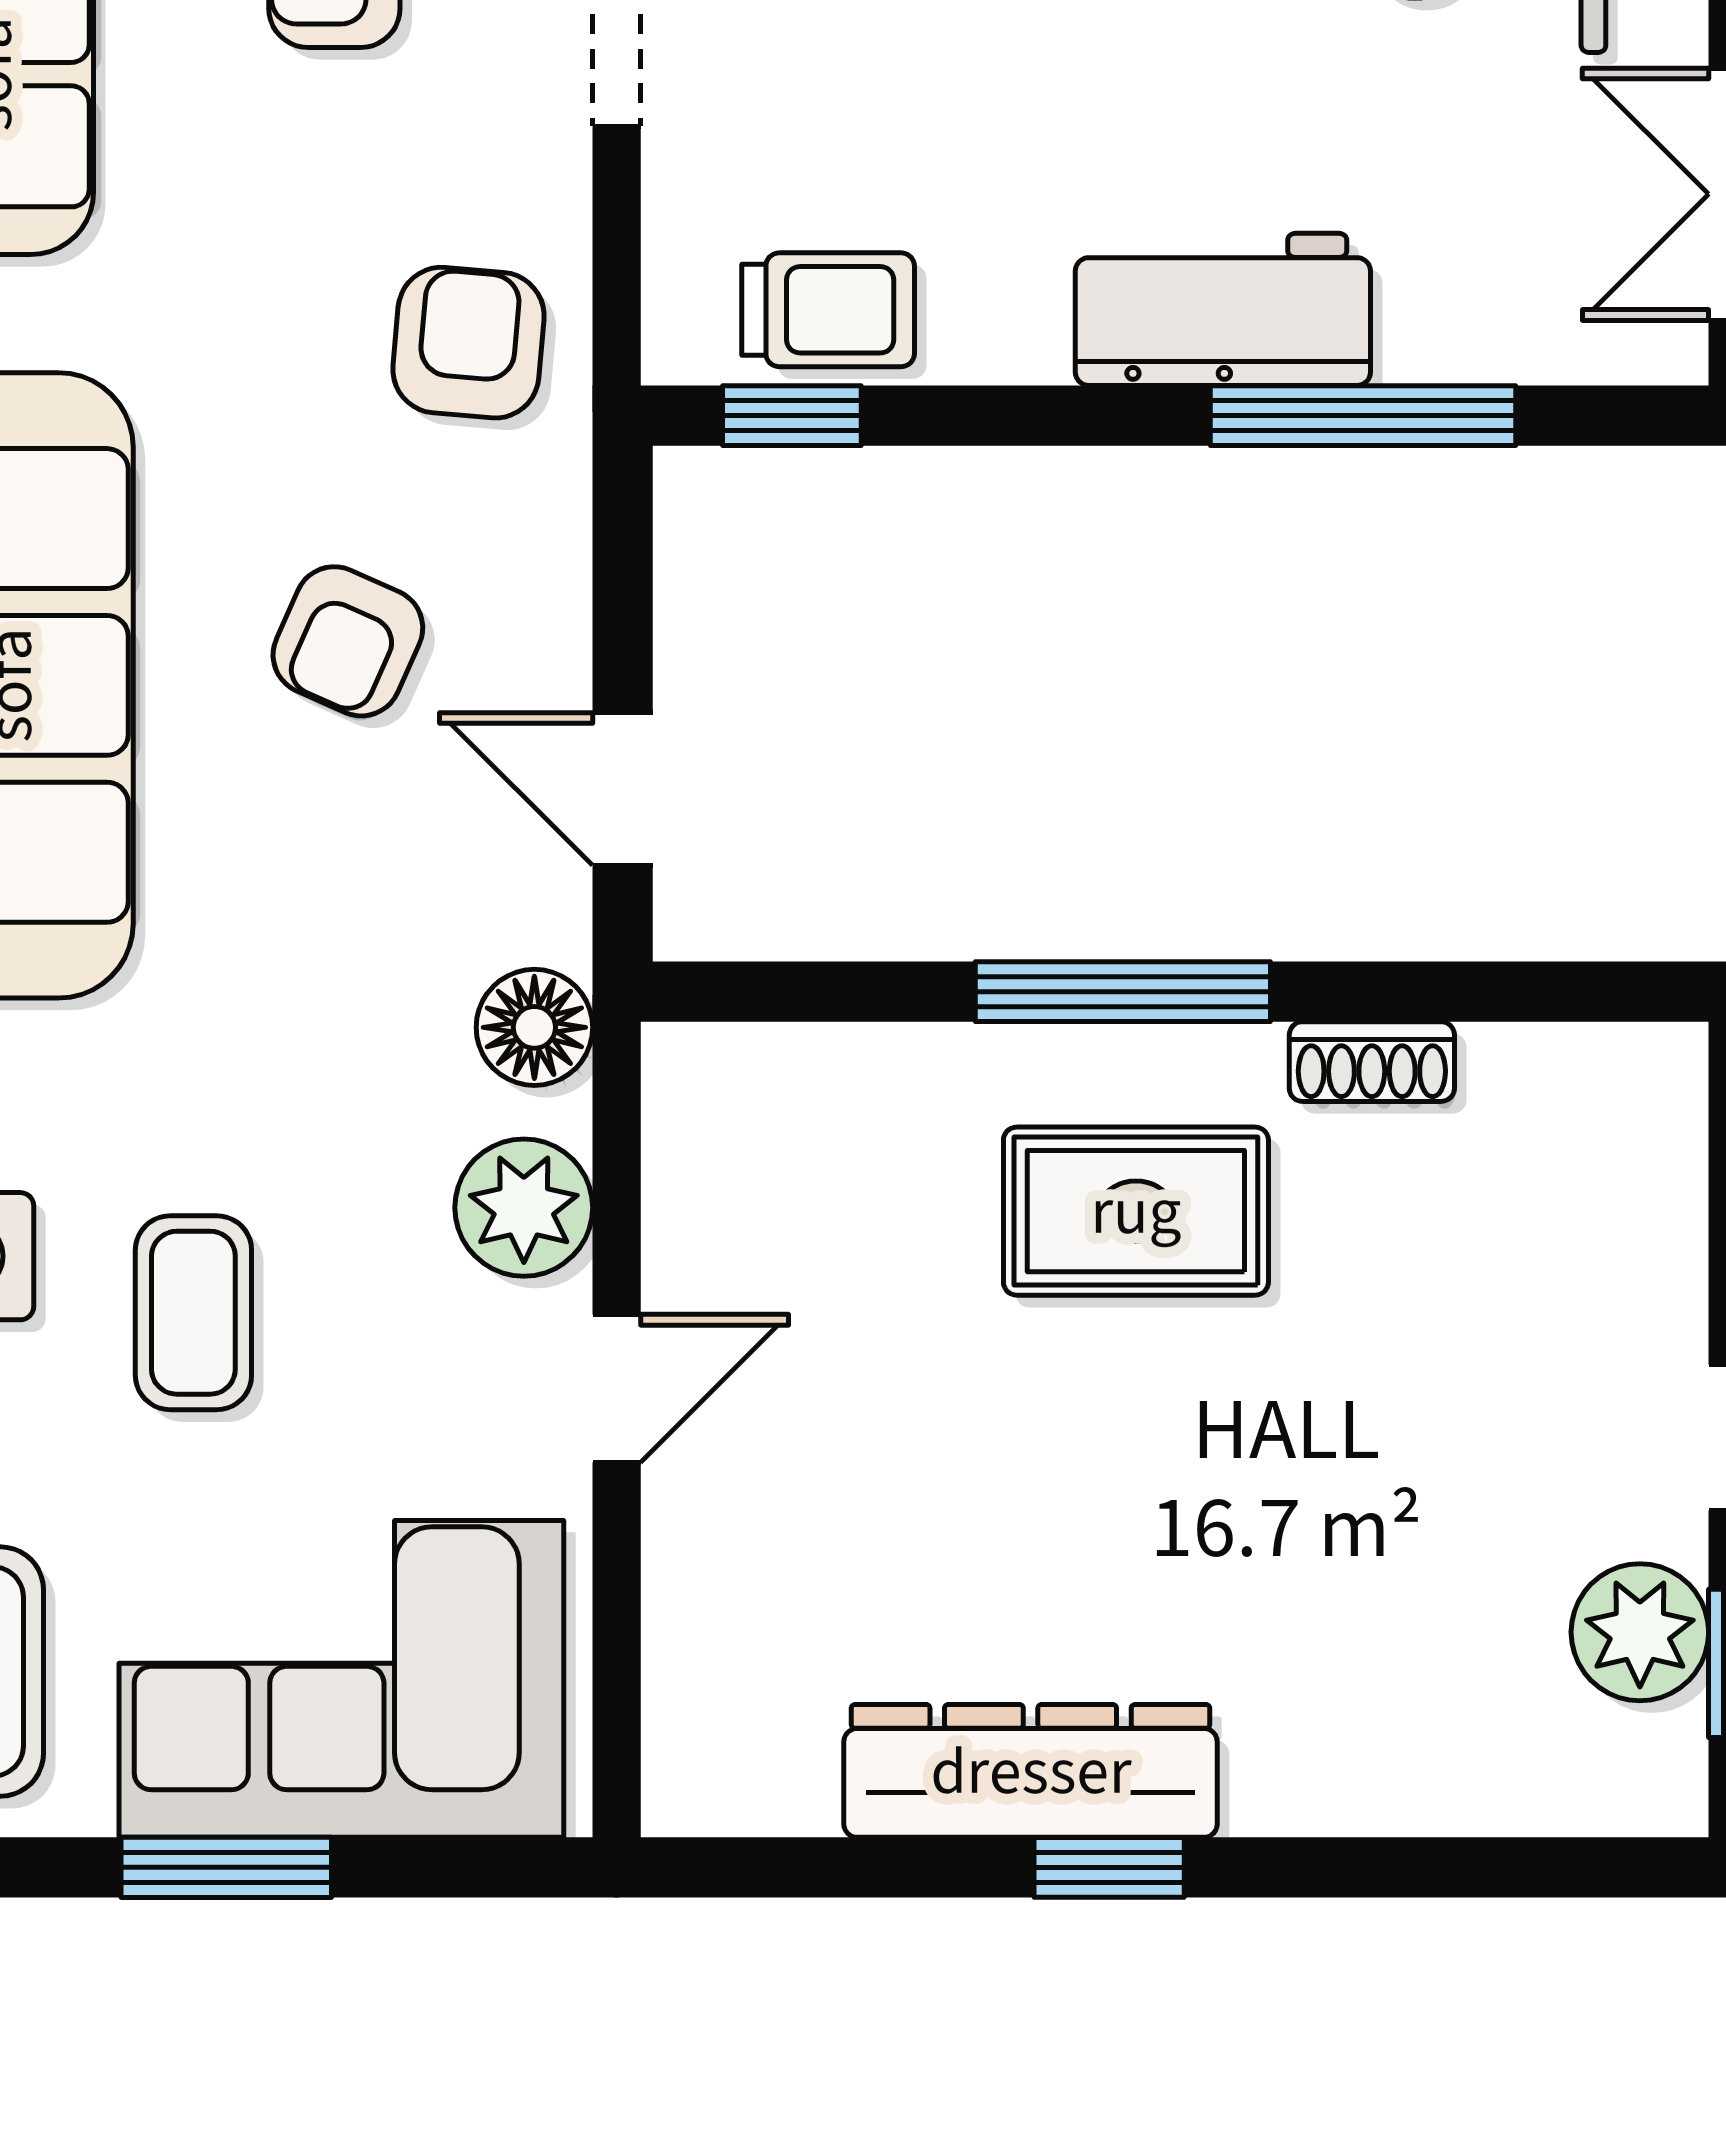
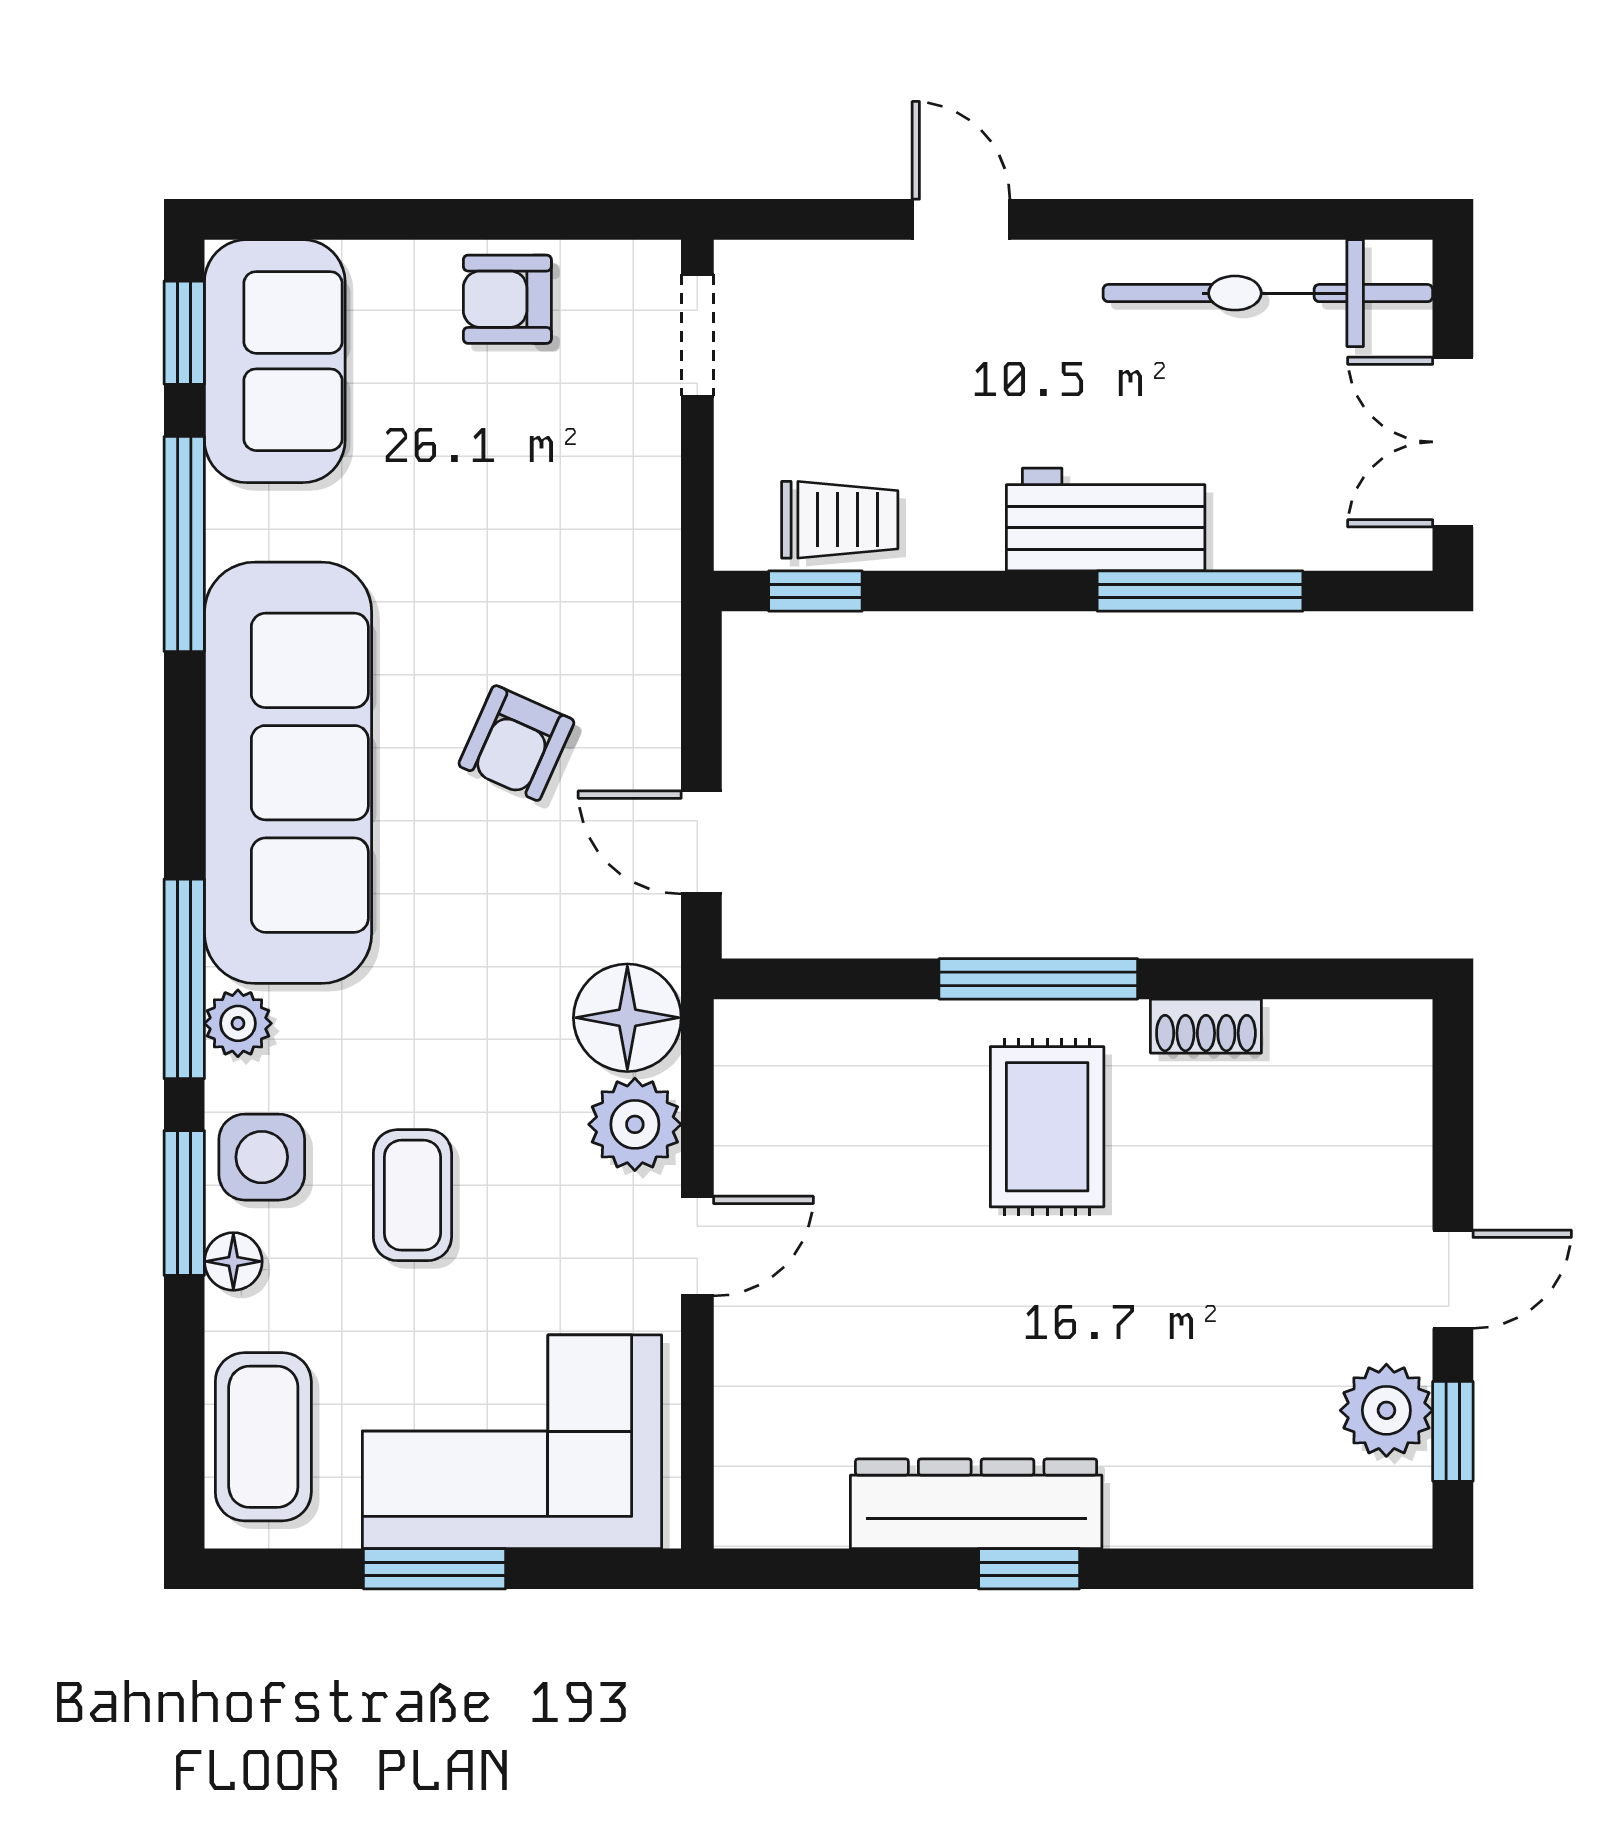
armchair: (468, 343) -> (598, 542), removed
floor lamp: (534, 1027) -> (627, 1018), width x1.38, depth x1.38
rug: (1136, 1211) -> (1047, 1127), turned 90

